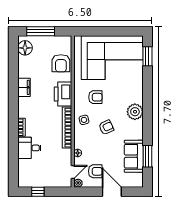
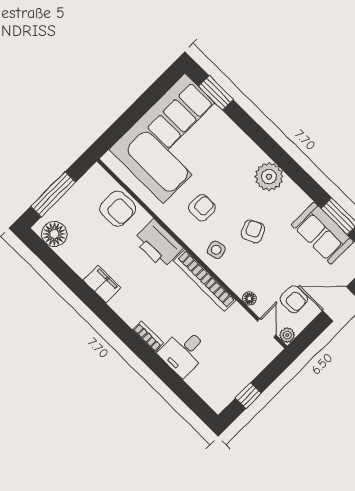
armchair: (95, 171) -> (294, 299), turned 90

